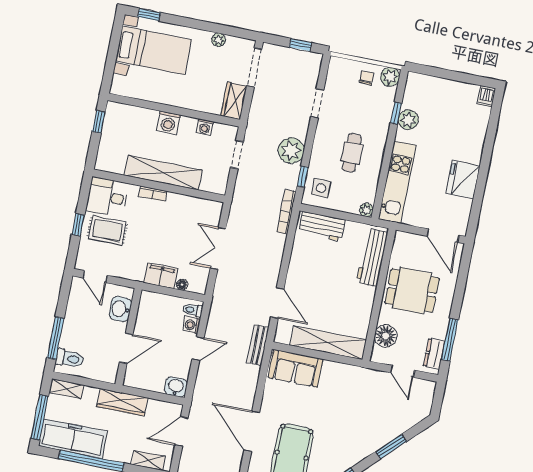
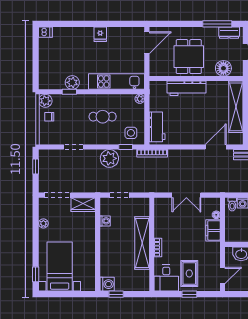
washing machine: (168, 123) -> (107, 284), moved
fridge: (463, 179) -> (100, 34), width x0.53, depth x0.75
workbench: (372, 257) -> (187, 88), moved

